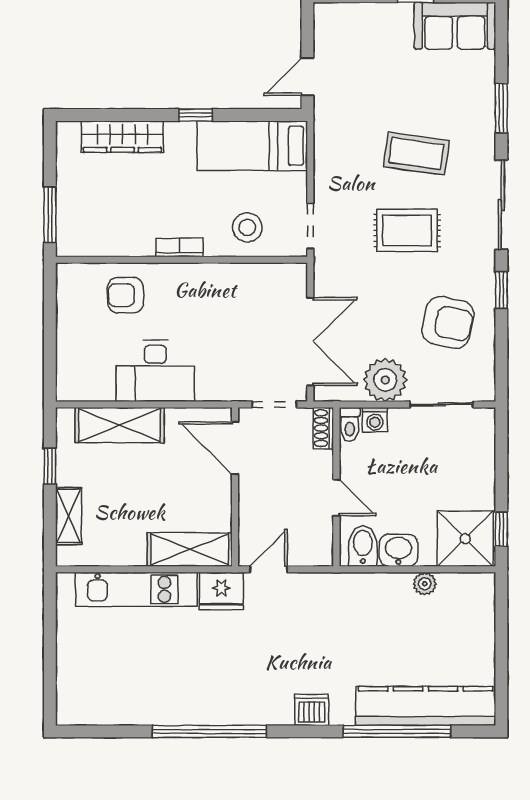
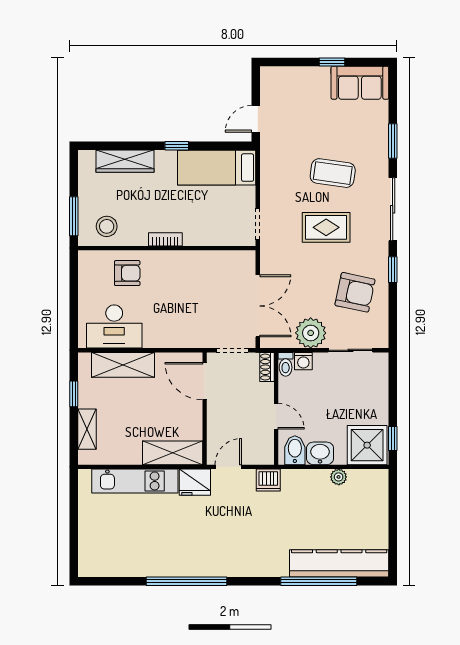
stool: (247, 227) -> (107, 226), moved
armchair: (126, 295) -> (127, 273), turned 180
desk: (155, 371) -> (114, 327), moved
dishwasher: (312, 710) -> (268, 480), moved, turned 180

